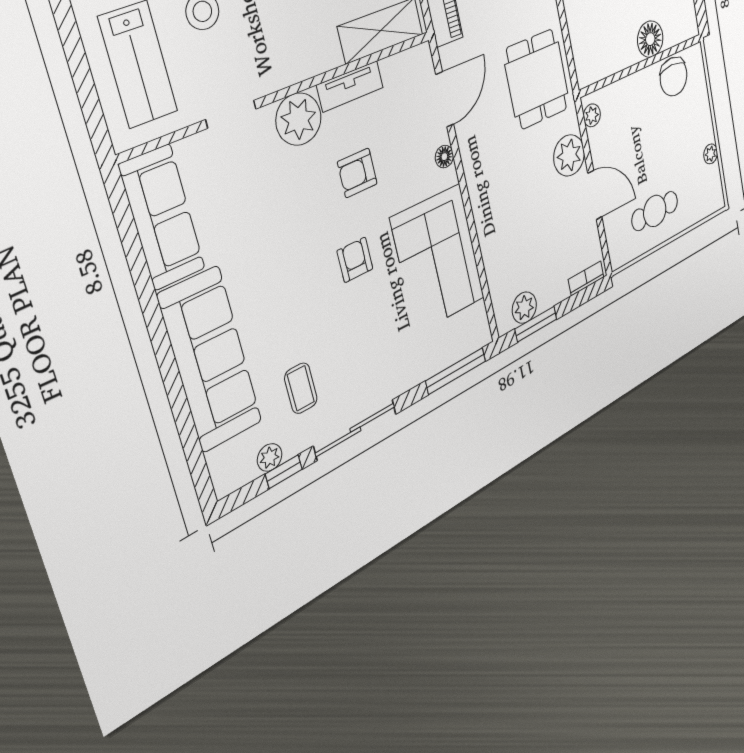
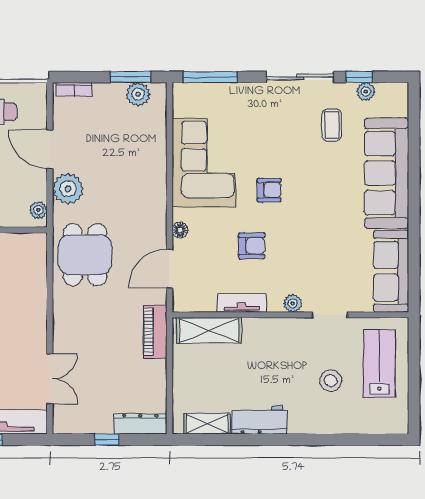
plant: (299, 119) -> (293, 303), width x0.53, depth x0.53
armchair: (355, 260) -> (269, 190), turned -90

